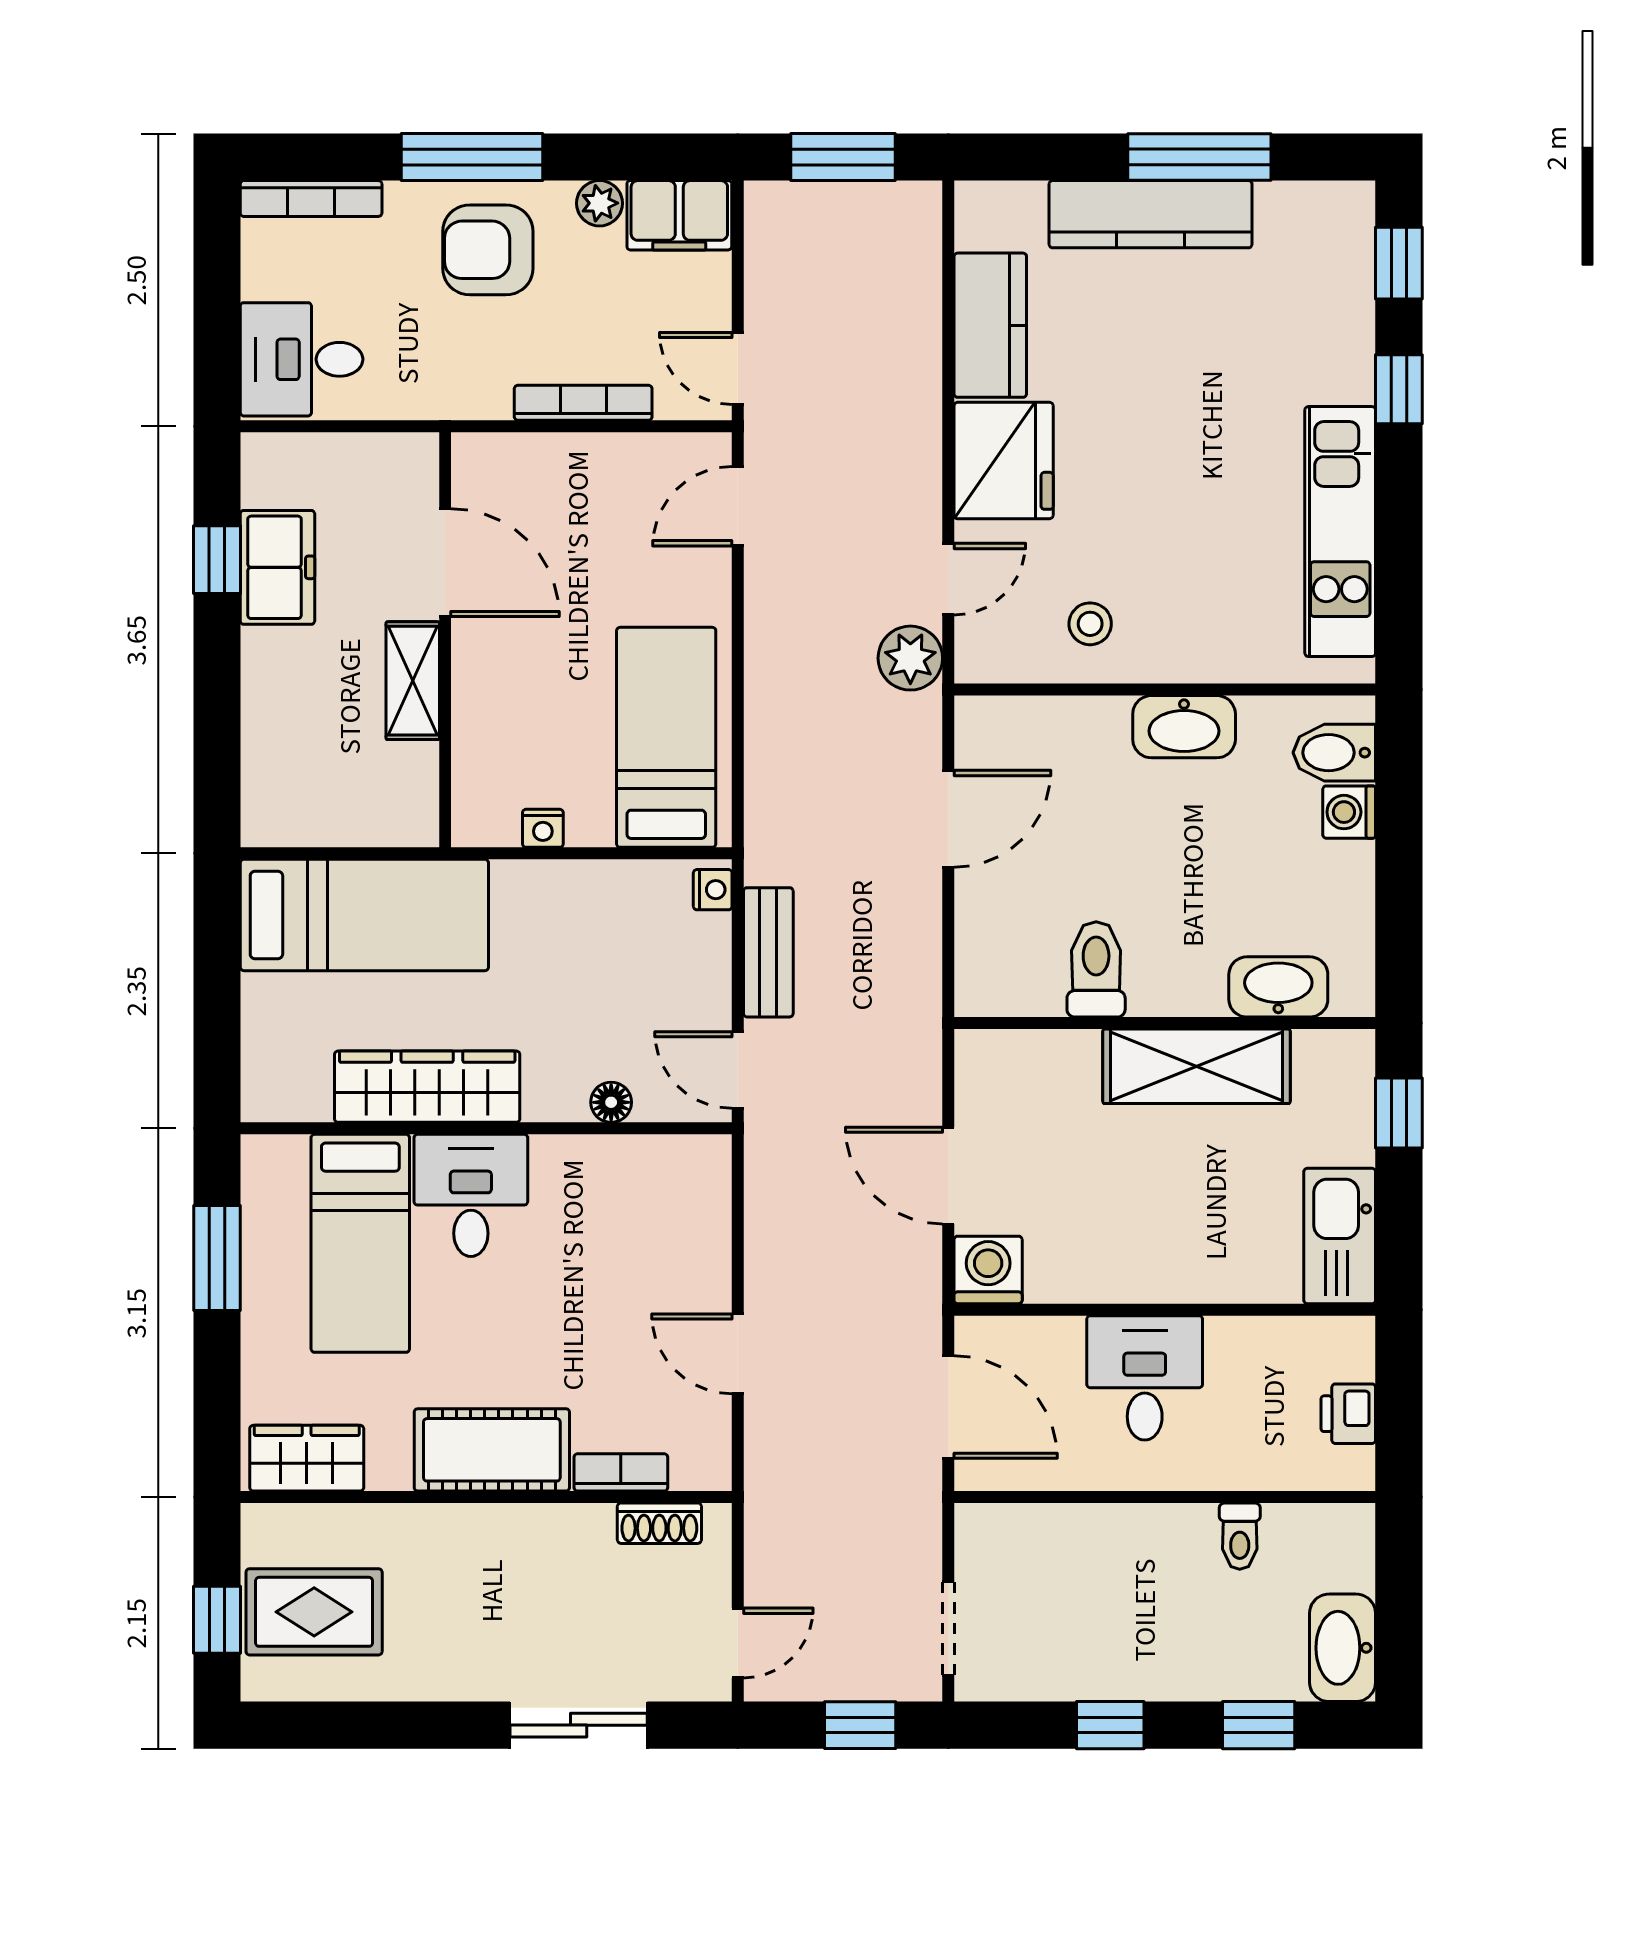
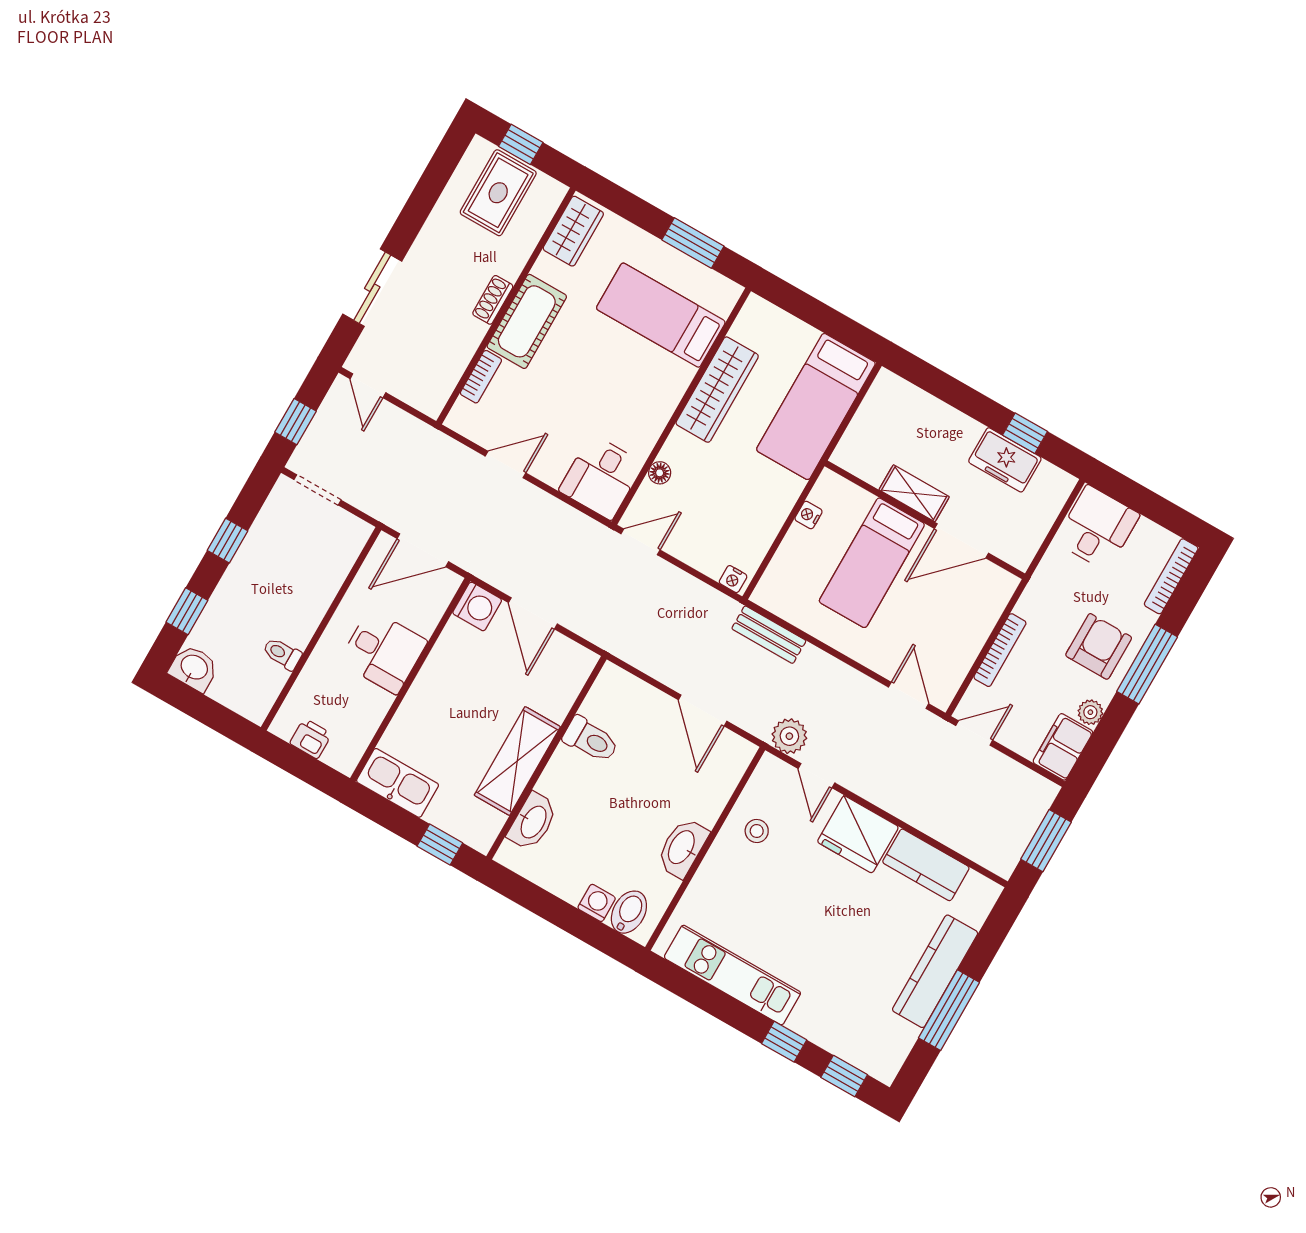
bed: (666, 737) -> (872, 563), moved, turned 90
bench: (768, 952) -> (769, 635), moved
door: (948, 1176) -> (533, 613), swing flipped
desk: (471, 1195) -> (601, 477), moved, turned 90
shoe rack: (659, 1523) -> (493, 300), moved
washbasin: (1343, 1648) -> (194, 668), width x0.72

